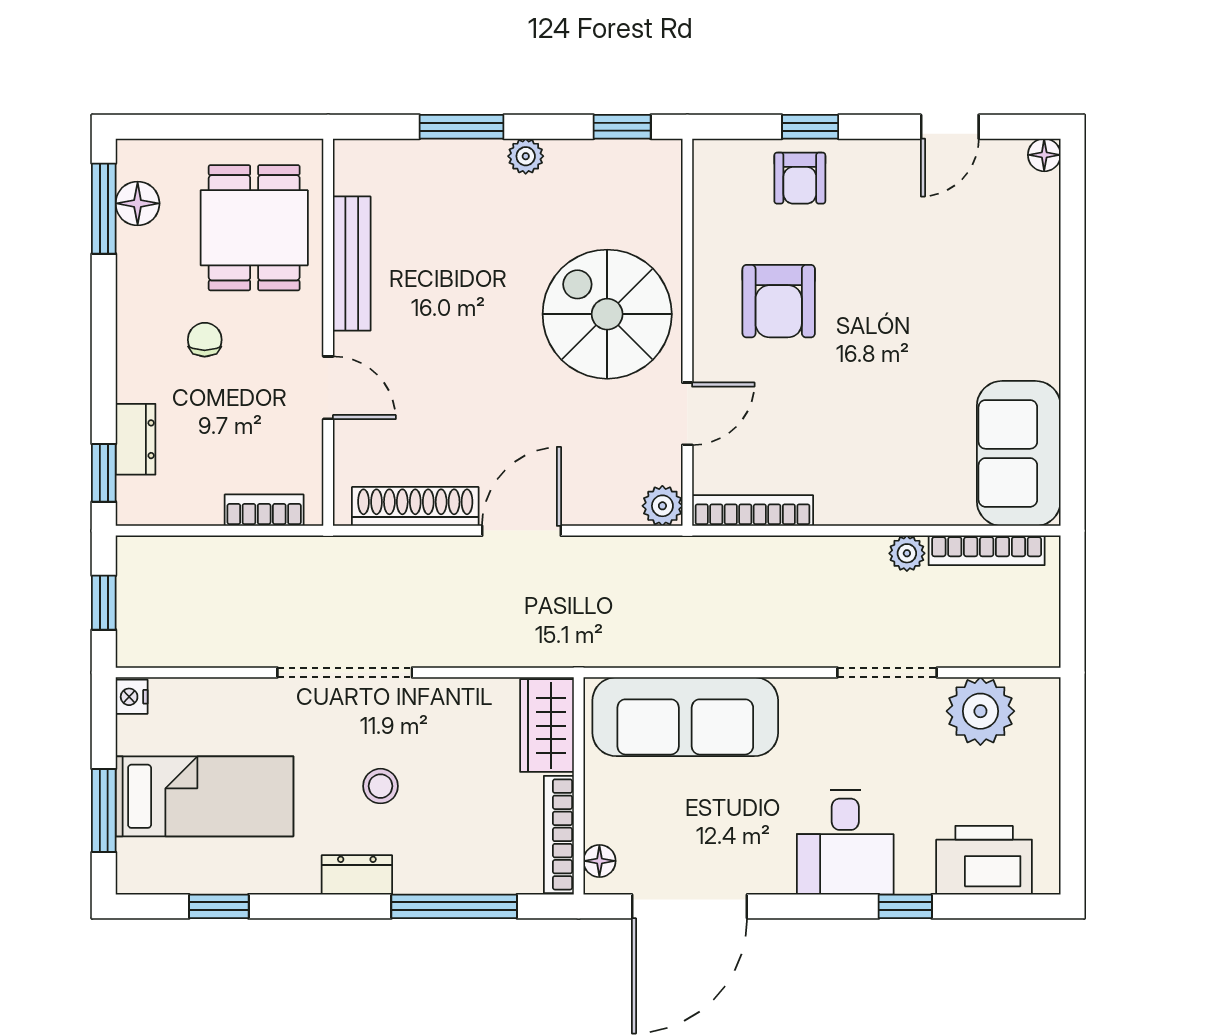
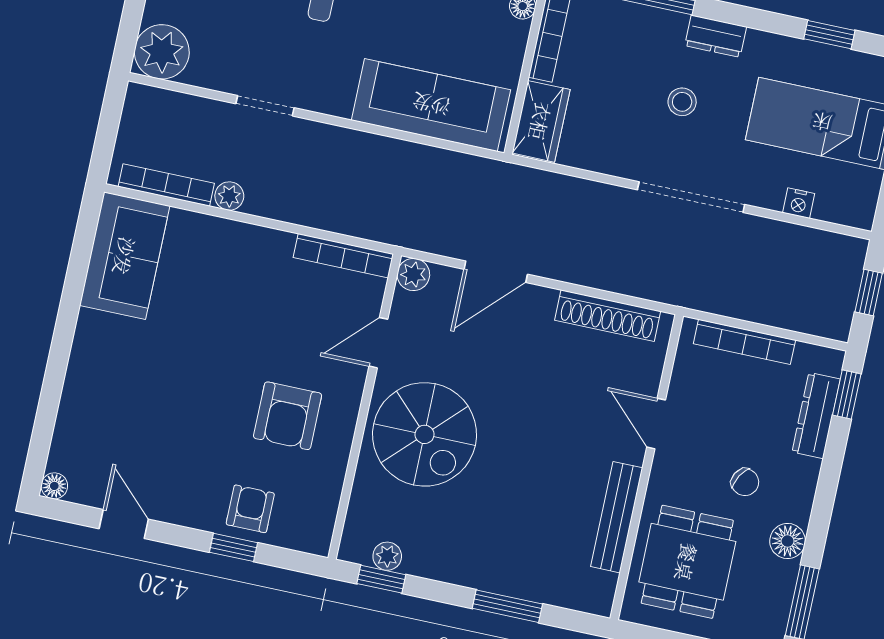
door: (950, 127) -> (124, 524), hinge flipped
plant: (526, 156) -> (387, 556), moved
floor lamp: (138, 203) -> (788, 541), moved
armchair: (779, 301) -> (288, 416), turned 180
chair: (205, 340) -> (745, 482), turned -60
dresser: (135, 439) -> (816, 416), width x1.44
bookcase: (264, 510) -> (744, 342), width x1.56
door: (521, 531) -> (496, 272), moved
doorway: (887, 672) -> (265, 106), width x0.73
nightstand: (132, 697) -> (799, 203), moved, turned 90
plant: (980, 711) -> (162, 52), moved

